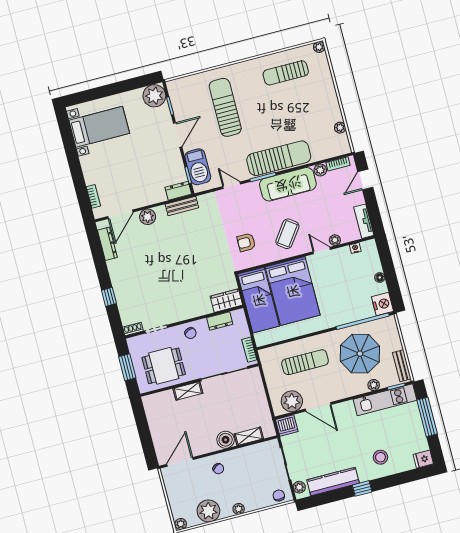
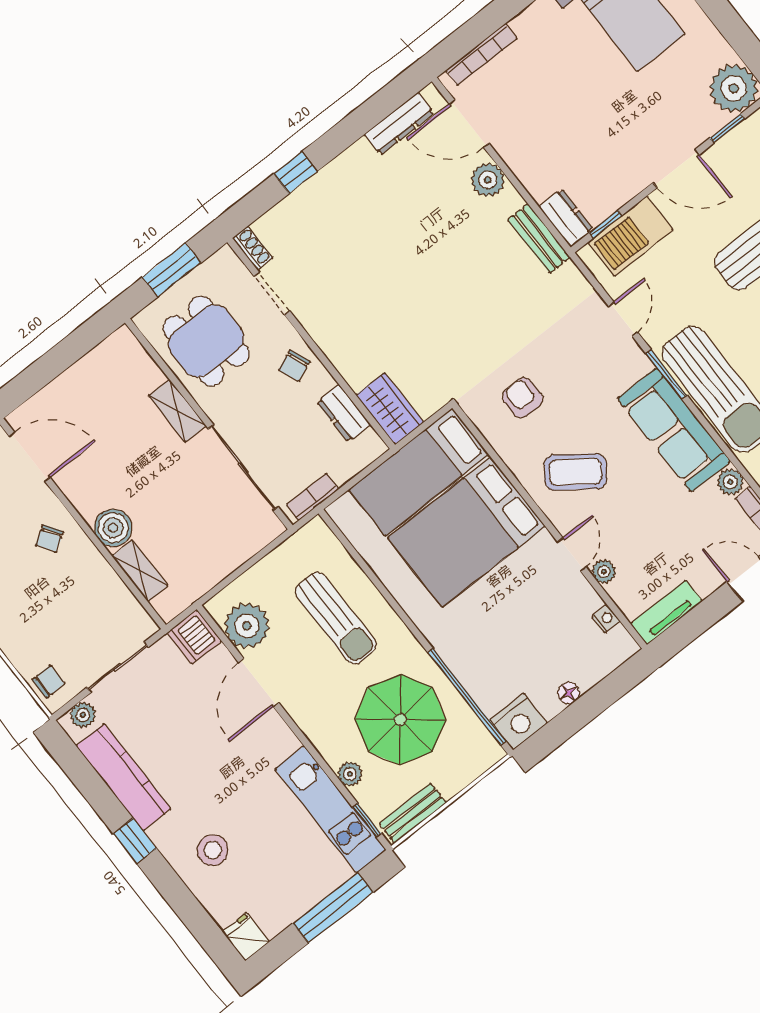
bookcase: (93, 196) -> (481, 54), width x1.56

